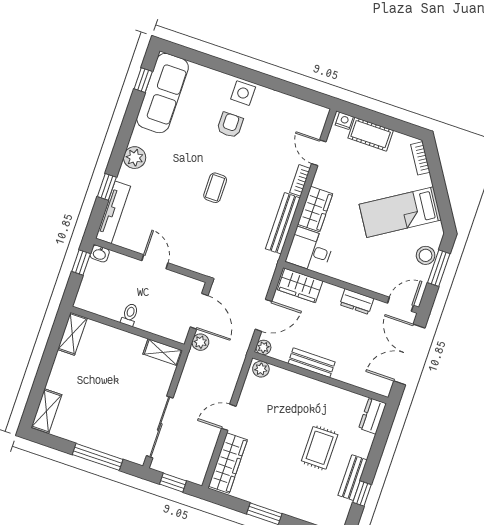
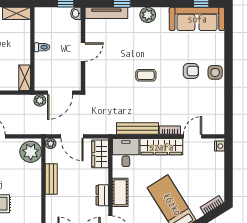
cot: (371, 134) -> (120, 192), moved
wardrobe: (315, 209) -> (161, 147), width x1.50
plant: (261, 369) -> (31, 152), width x1.87, depth x1.87

